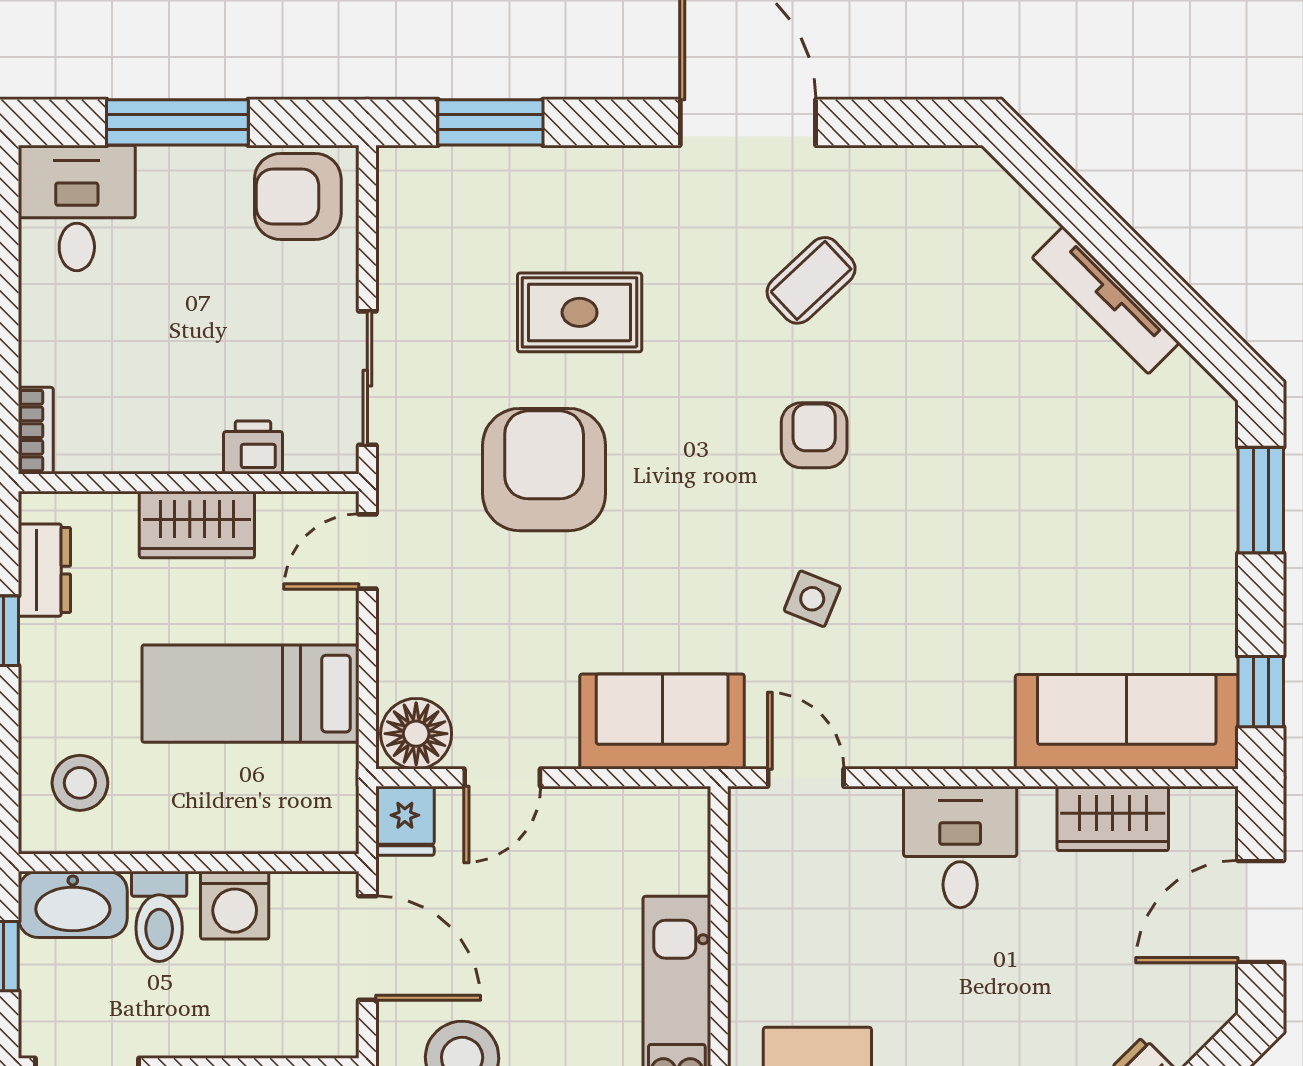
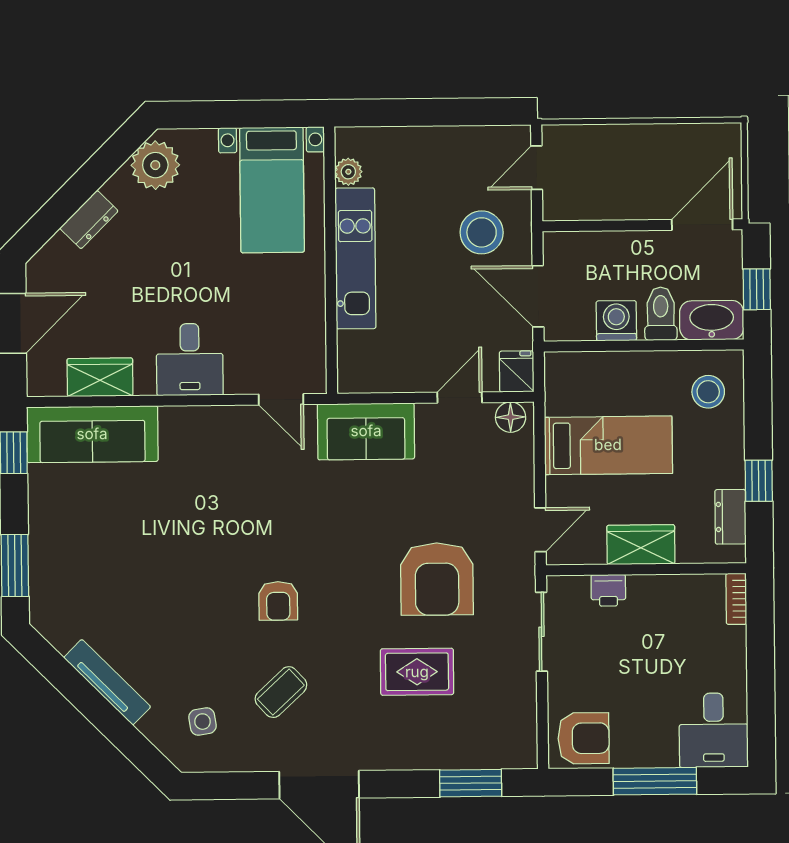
side table: (812, 599) -> (202, 722), moved, turned -31
floor lamp: (416, 734) -> (511, 417), width x0.73, depth x0.73

